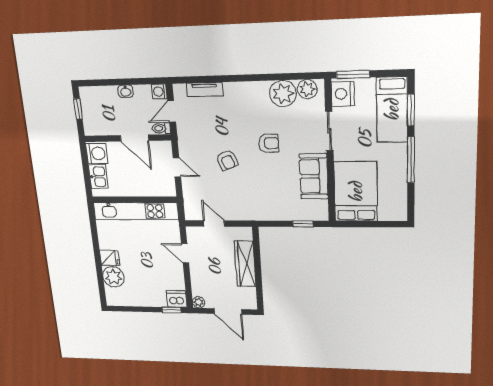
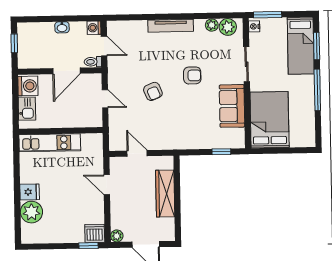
tv unit: (205, 90) -> (171, 26), moved, width x1.41
plant: (283, 94) -> (212, 25), width x0.53, depth x0.53
nightstand: (343, 94) -> (254, 26), width x0.53, depth x0.56
door: (172, 111) -> (104, 46), swing flipped
door: (134, 138) -> (66, 71), hinge flipped
kitchen unit: (136, 211) -> (50, 143), width x0.73

